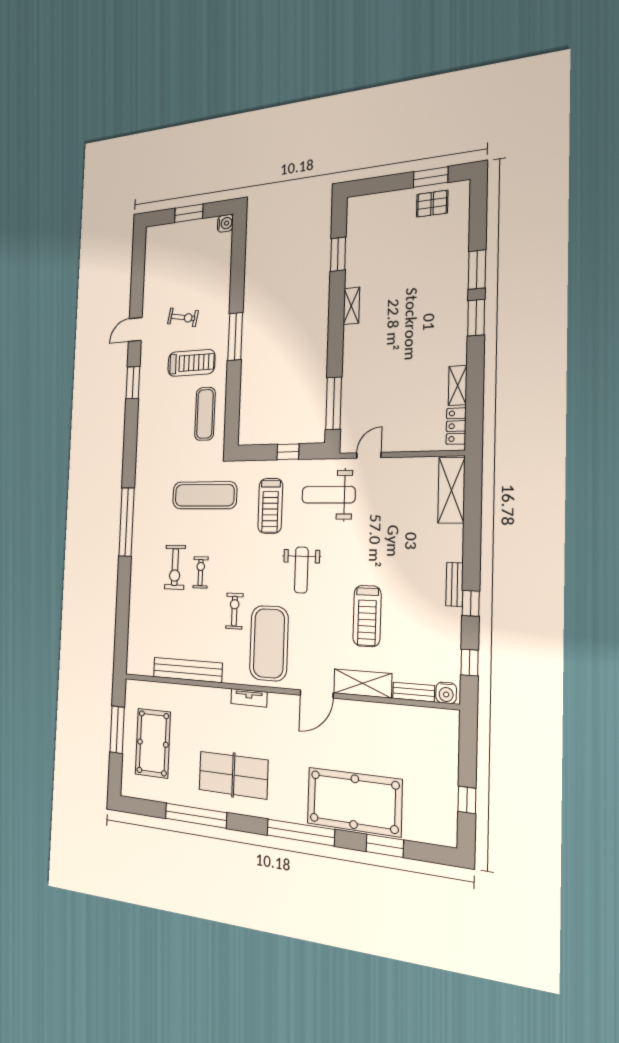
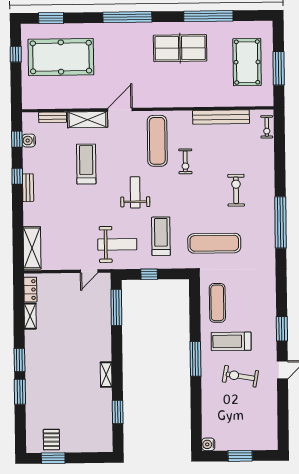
pallet: (432, 204) -> (51, 440), turned 90
exercise bike: (183, 317) -> (240, 376), width x1.38, depth x1.39
exercise bike: (201, 572) -> (267, 127), moved
exercise mat: (269, 643) -> (157, 141), width x0.68
water cooler: (446, 693) -> (29, 141), moved, turned -90
tv unit: (249, 698) -> (171, 102), removed
pool table: (354, 802) -> (61, 57), moved
window: (385, 846) -> (51, 18), moved

